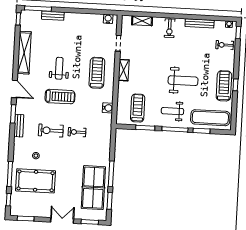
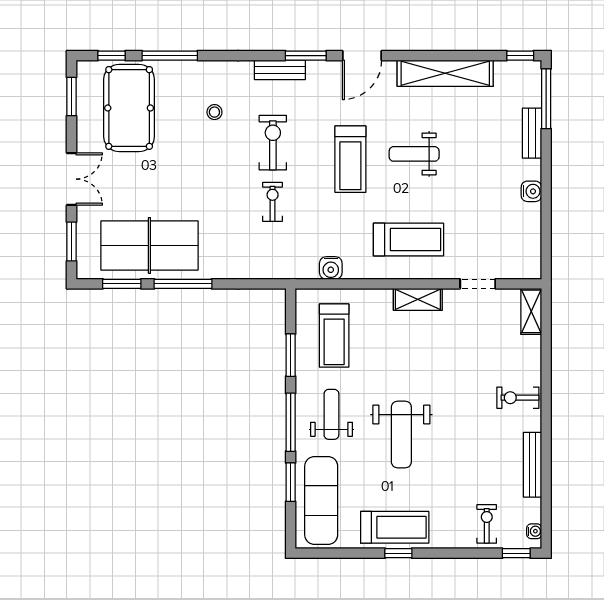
water cooler: (108, 19) -> (531, 191), moved
shelving: (142, 21) -> (531, 311), moved
weight bench: (59, 68) -> (414, 154), turned 180
treadmill: (138, 108) -> (334, 336), turned 90
pool table: (36, 181) -> (129, 108), moved

